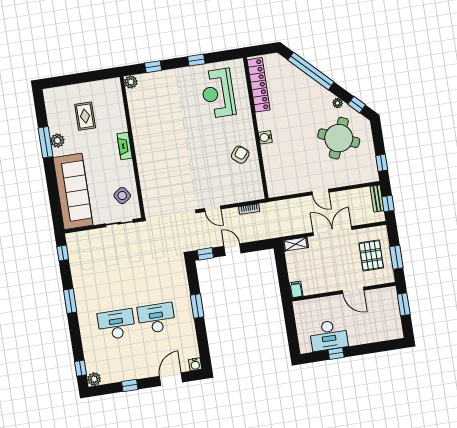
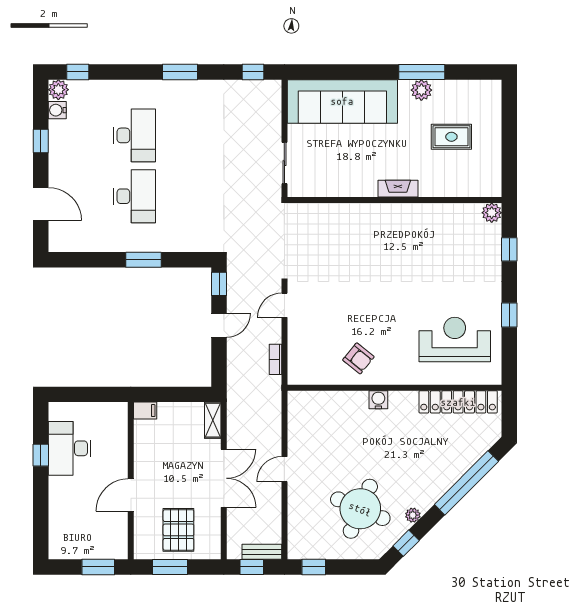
side table: (122, 196) -> (325, 174), removed
pallet: (371, 255) -> (178, 530), turned 90
water cooler: (195, 364) -> (57, 110), moved

